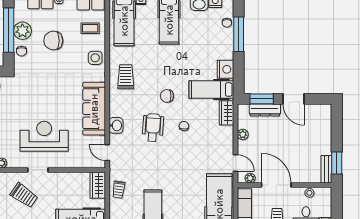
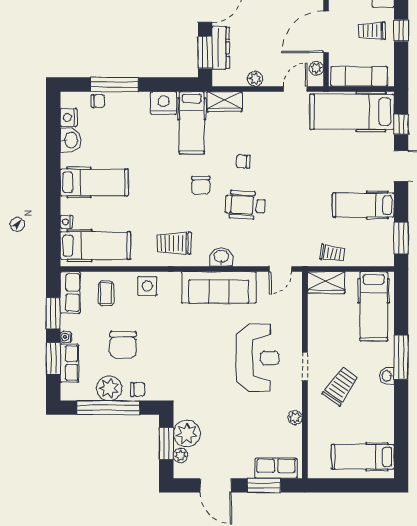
washbasin: (116, 125) -> (221, 257), moved
reception desk: (44, 136) -> (257, 358), turned 180

